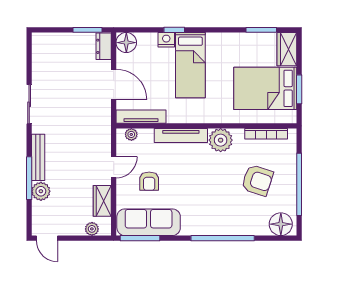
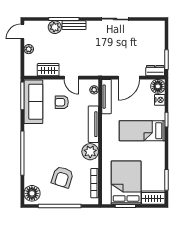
nightstand: (166, 40) -> (160, 100), moved
bench: (38, 157) -> (74, 25), width x0.73
plant: (92, 229) -> (29, 49), moved

